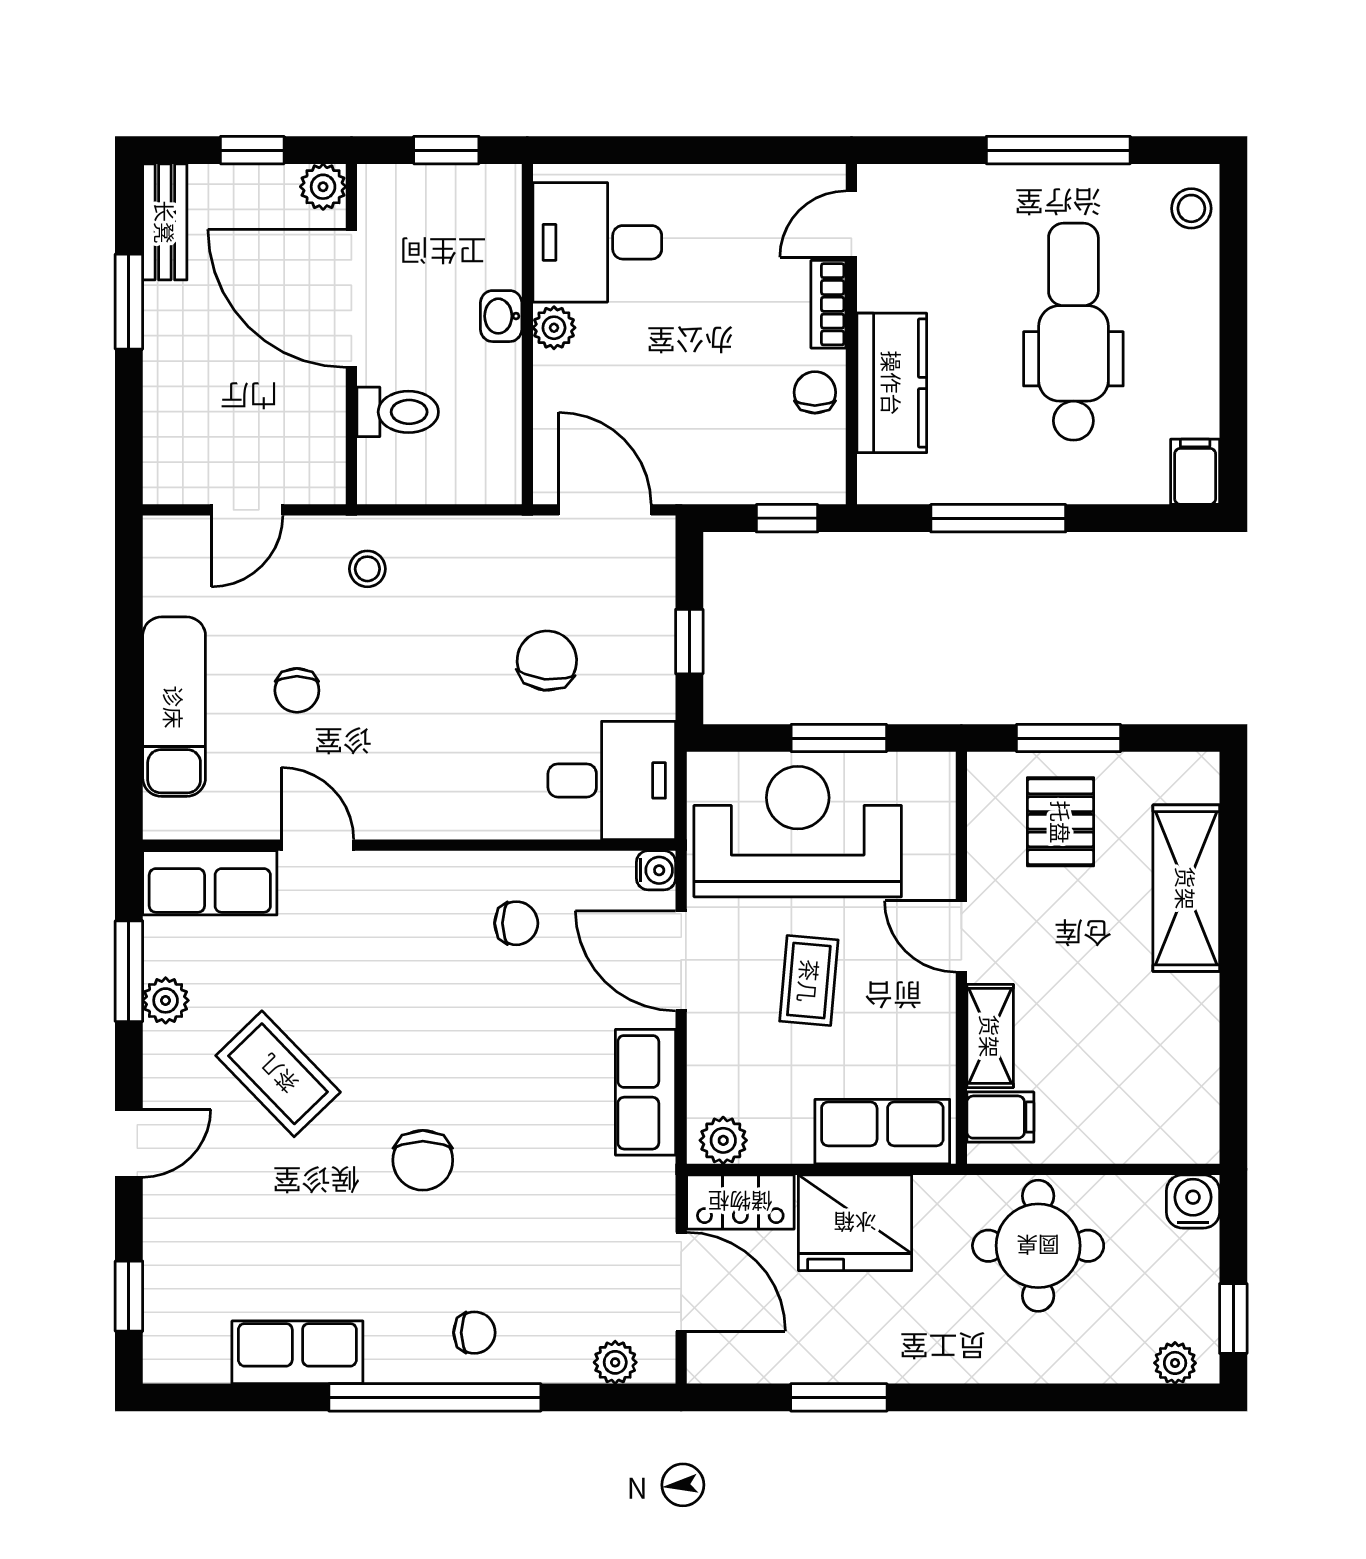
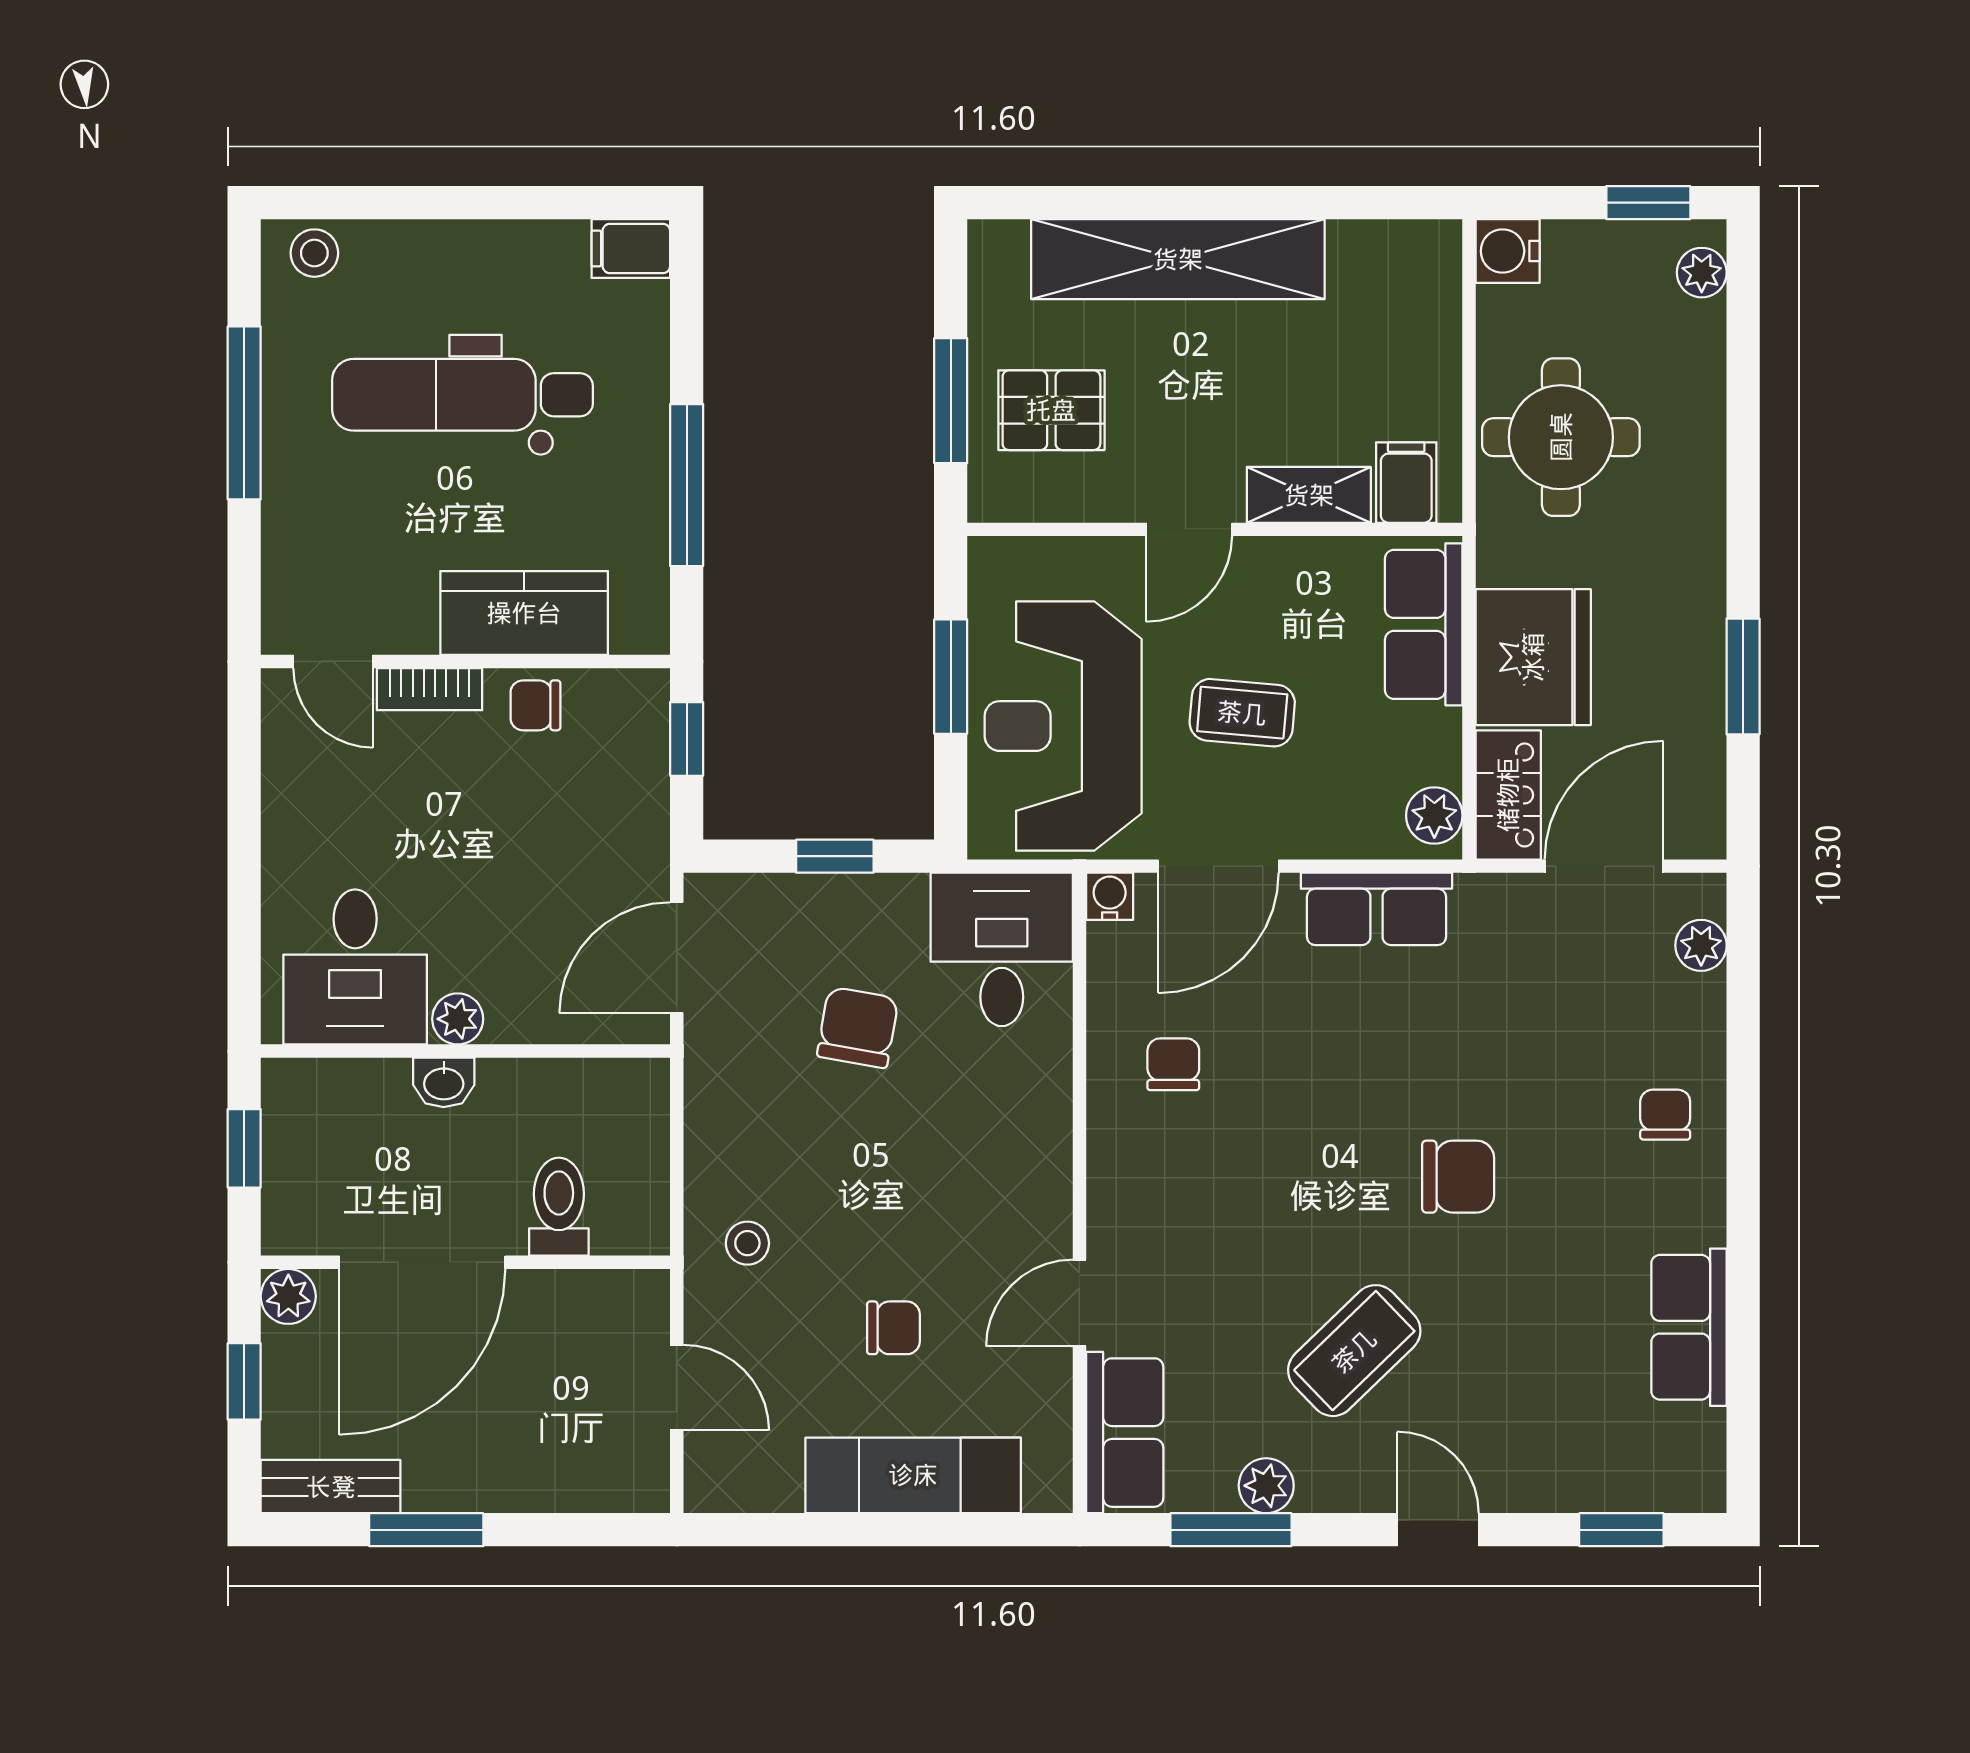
chair: (547, 661) -> (858, 1027), turned 94
shelving: (1186, 888) -> (1178, 259), width x1.47
window: (435, 1397) -> (1743, 1162), removed

